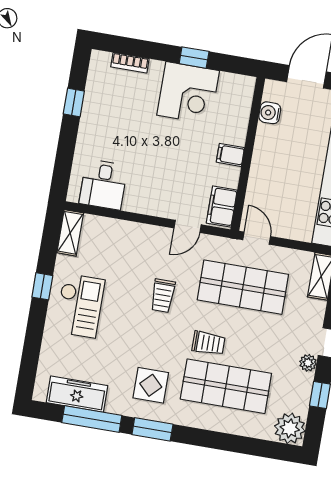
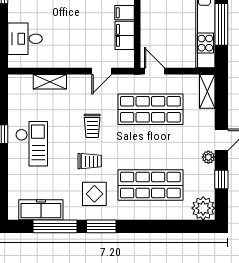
desk: (103, 184) -> (25, 39), moved, turned 90
filing cabinet: (222, 207) -> (125, 35), moved
shelving: (70, 233) -> (50, 82), moved, turned 90
trolley: (209, 343) -> (90, 161), moved

